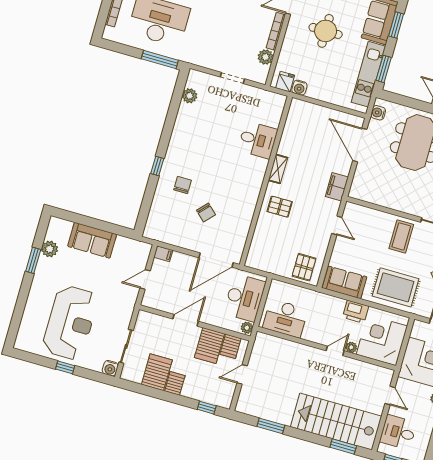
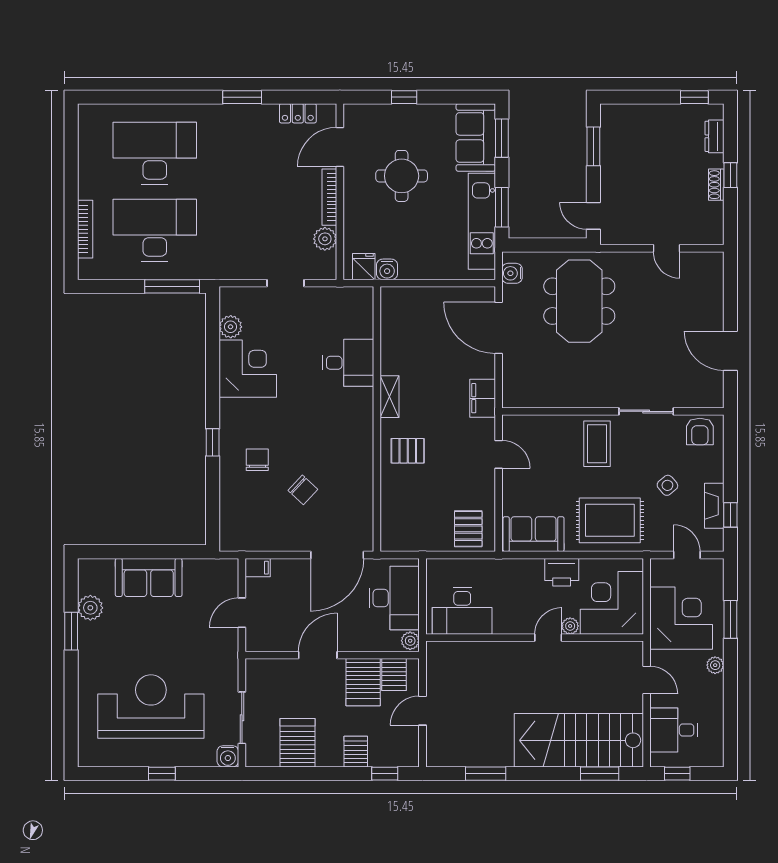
corner desk: (193, 125) -> (248, 369), added
reception desk: (70, 323) -> (151, 707), turned -90
server rack: (175, 383) -> (356, 752), moved

